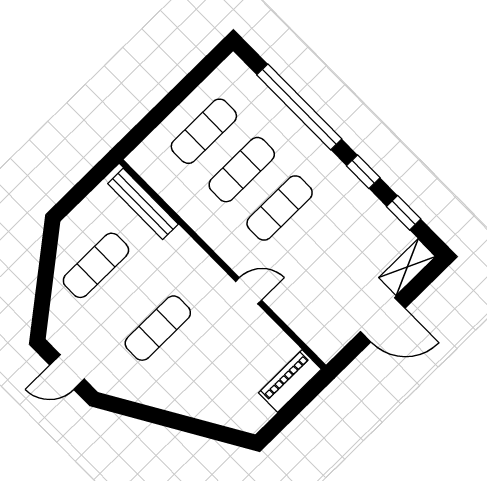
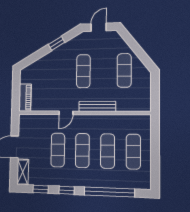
bench: (143, 204) -> (97, 106), moved
exercise mat: (317, 246) -> (58, 150), added
window: (156, 416) -> (57, 43), added

